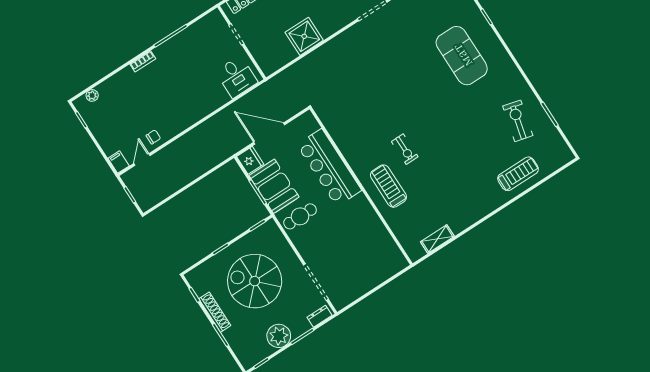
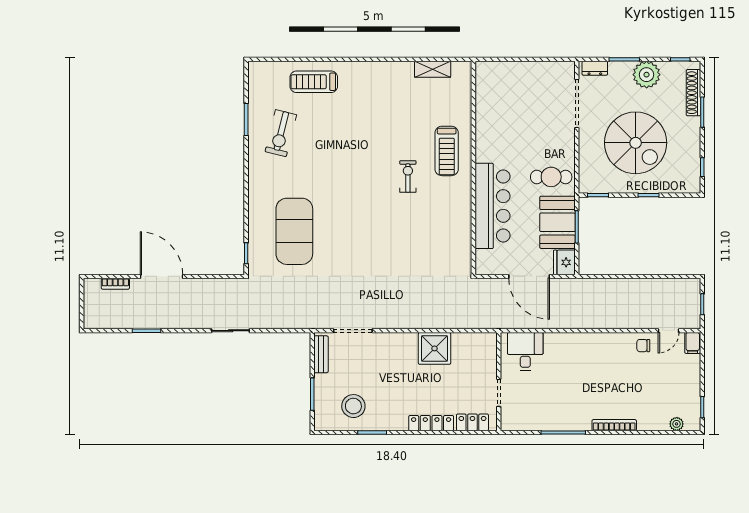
bookcase: (143, 61) -> (614, 425), width x1.56
shoe rack: (215, 312) -> (693, 93), moved

